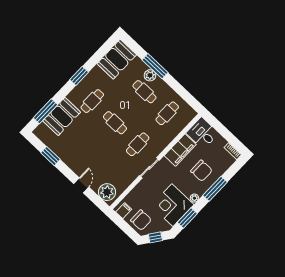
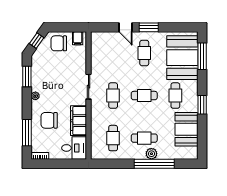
booth: (117, 59) -> (186, 129), moved
window: (155, 66) -> (154, 164), width x1.46
booth: (62, 116) -> (182, 58), width x1.36, depth x1.42
cafe table: (85, 154) -> (144, 53), added
window: (50, 156) -> (149, 27), moved
window: (215, 189) -> (27, 133), moved
plant: (107, 192) -> (102, 40), removed
corner desk: (172, 205) -> (46, 76), removed

